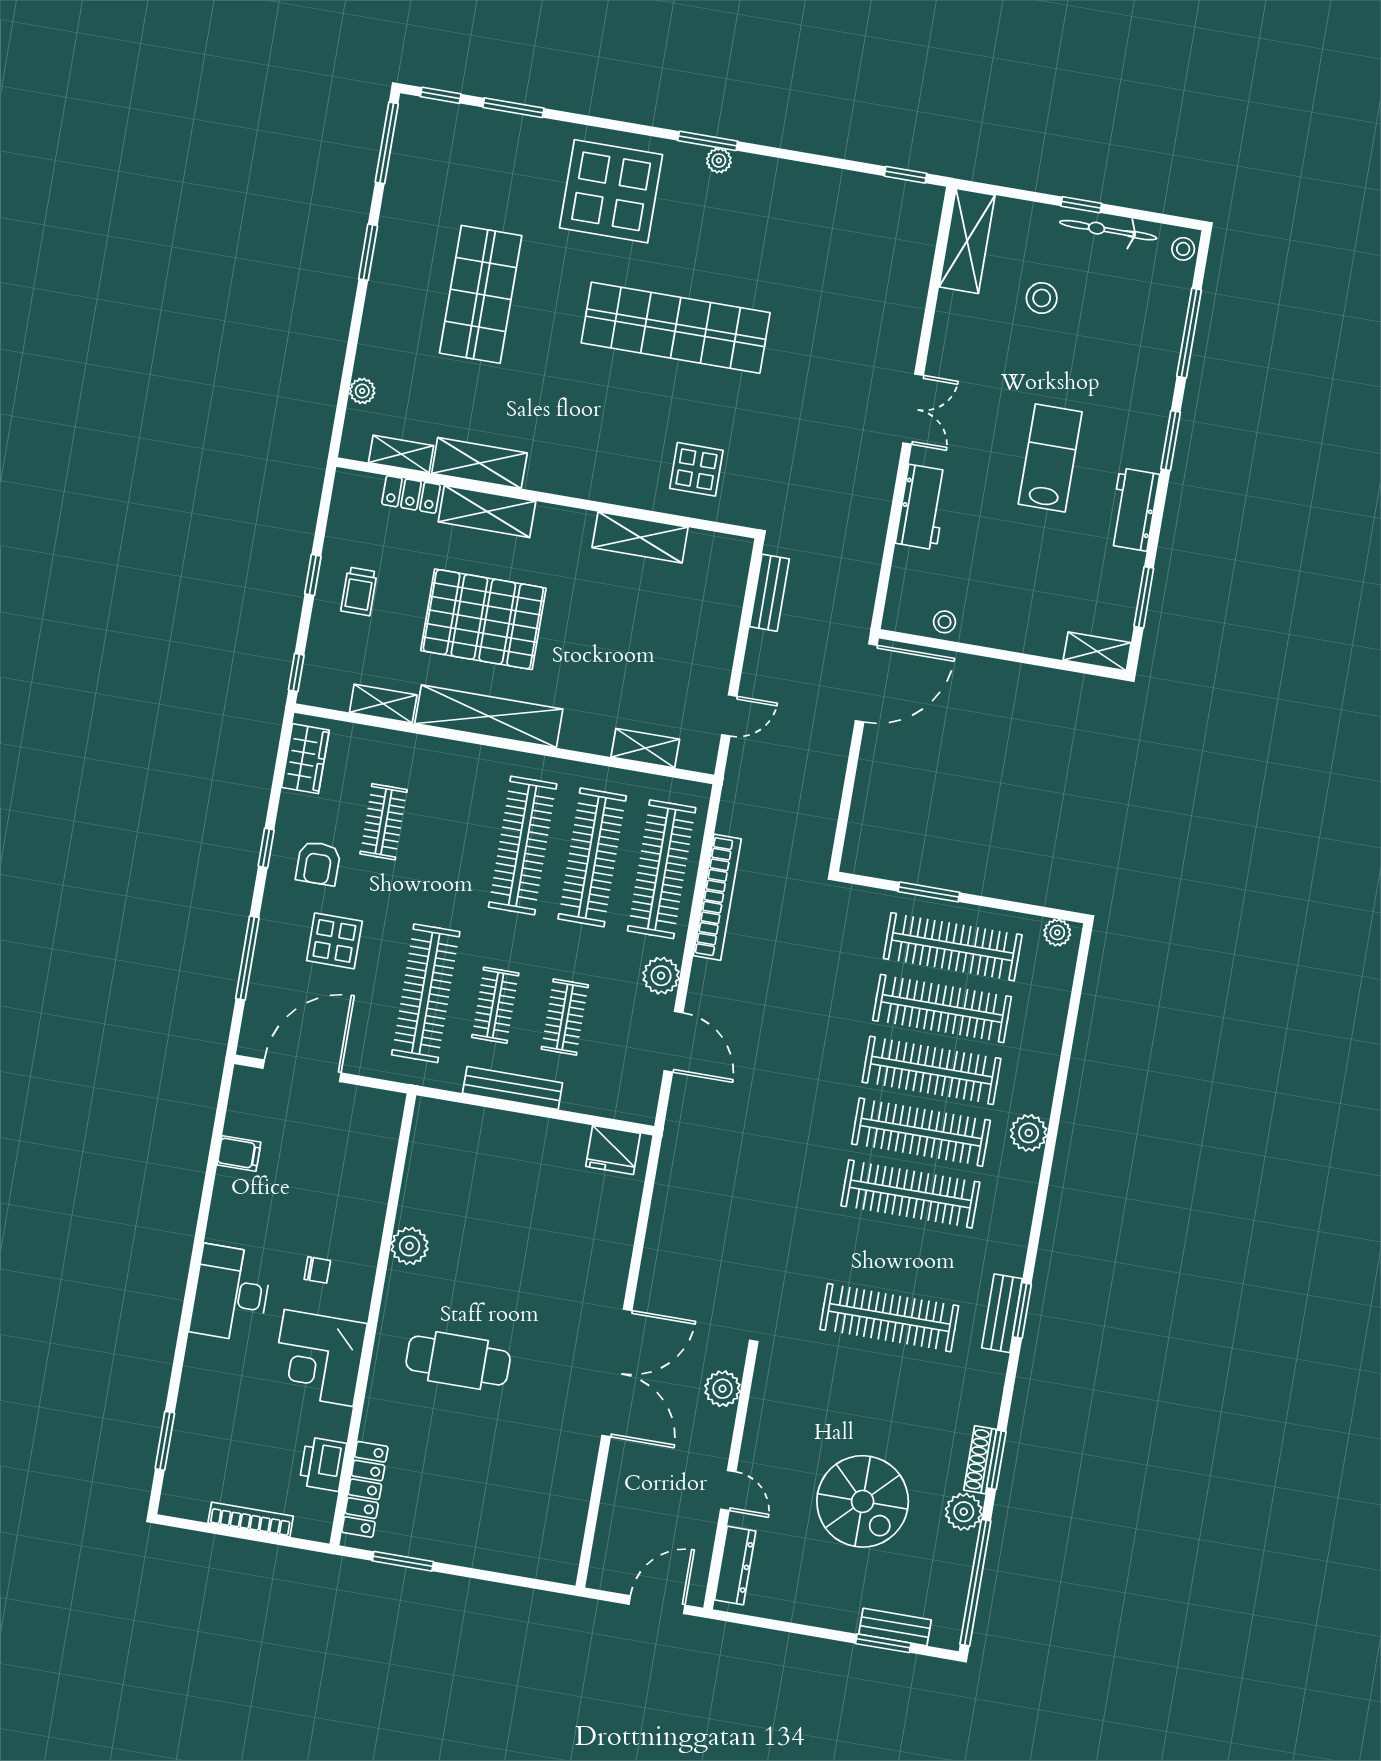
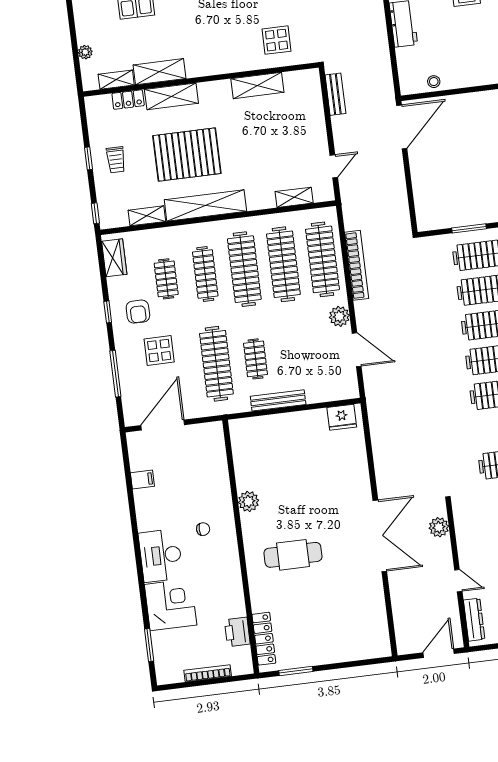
clothes rail: (565, 1017) -> (205, 274), moved, width x1.36
corner desk: (319, 1358) -> (171, 605), moved, turned 180

